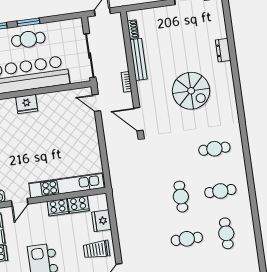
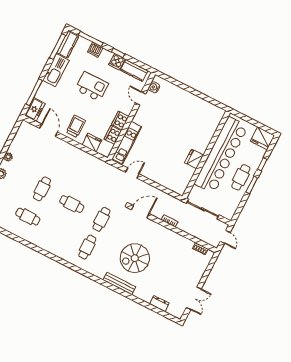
dresser: (223, 50) -> (159, 304), moved
bench: (139, 59) -> (119, 283), moved
door: (96, 103) -> (132, 173), moved
fridge: (27, 104) -> (194, 159), moved
kitchen unit: (66, 185) -> (127, 143), width x0.73
cafe table: (220, 191) -> (101, 219), moved

